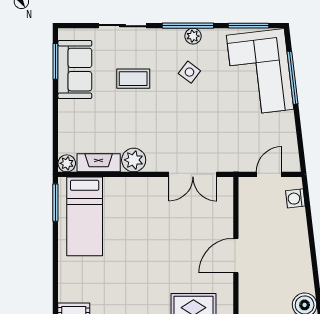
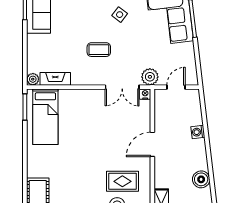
coffee table: (133, 79) -> (99, 50), moved
plant: (134, 160) -> (150, 77), moved
nightstand: (225, 184) -> (145, 94), added
washing machine: (295, 198) -> (198, 132), moved

